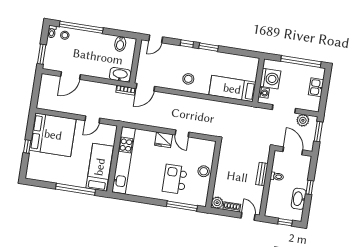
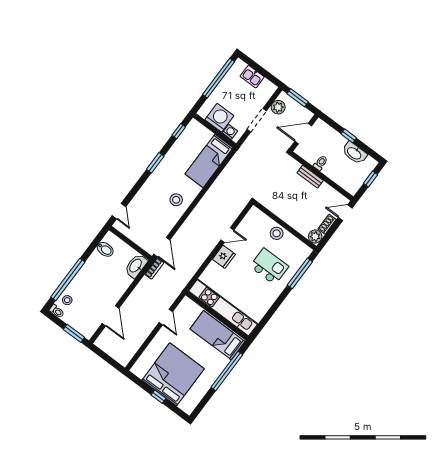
window: (187, 44) -> (179, 131), moved
bed: (53, 135) -> (173, 374), moved
kitchen island: (175, 179) -> (269, 266), turned 180

